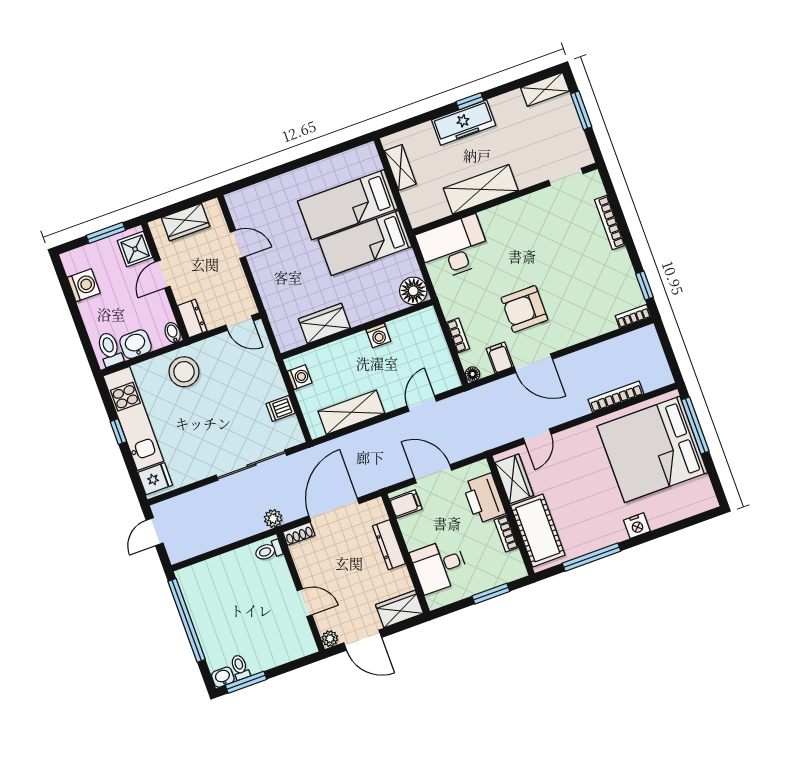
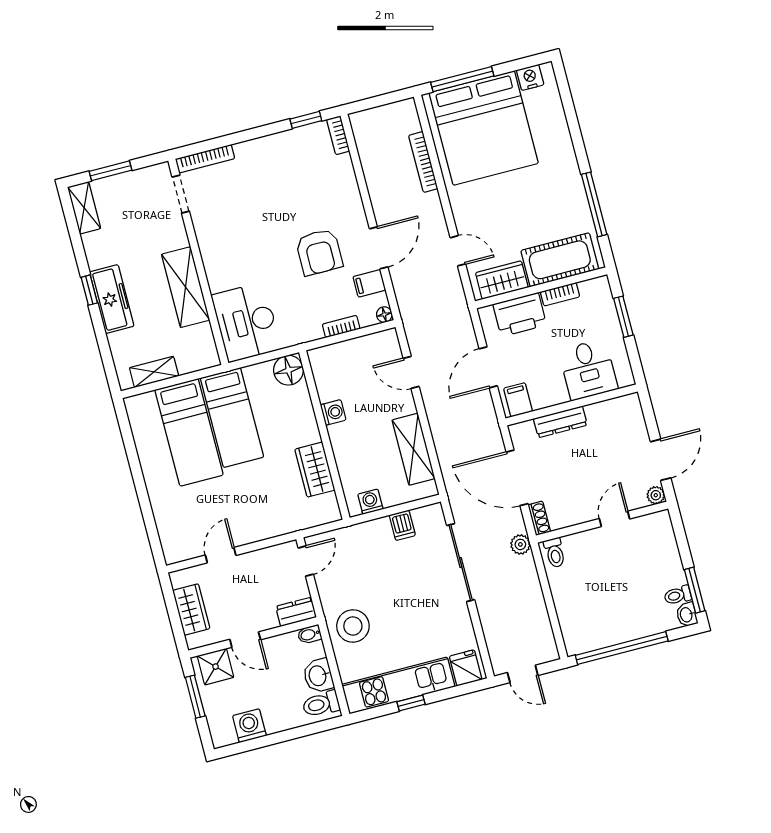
bookcase: (610, 222) -> (205, 159), moved
nightstand: (637, 526) -> (530, 77), moved, turned -90
wardrobe: (400, 609) -> (631, 417), removed

